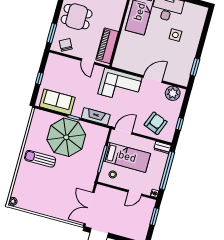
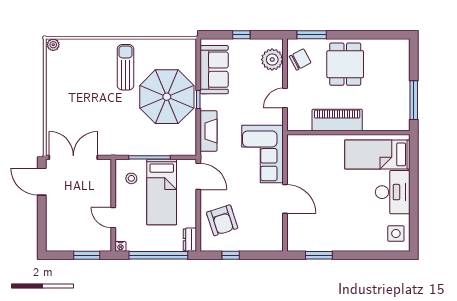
side table: (175, 35) -> (396, 234), moved
piano: (107, 46) -> (337, 120), moved
plant: (173, 93) -> (272, 60), moved
armchair: (156, 123) -> (222, 220), turned 50

